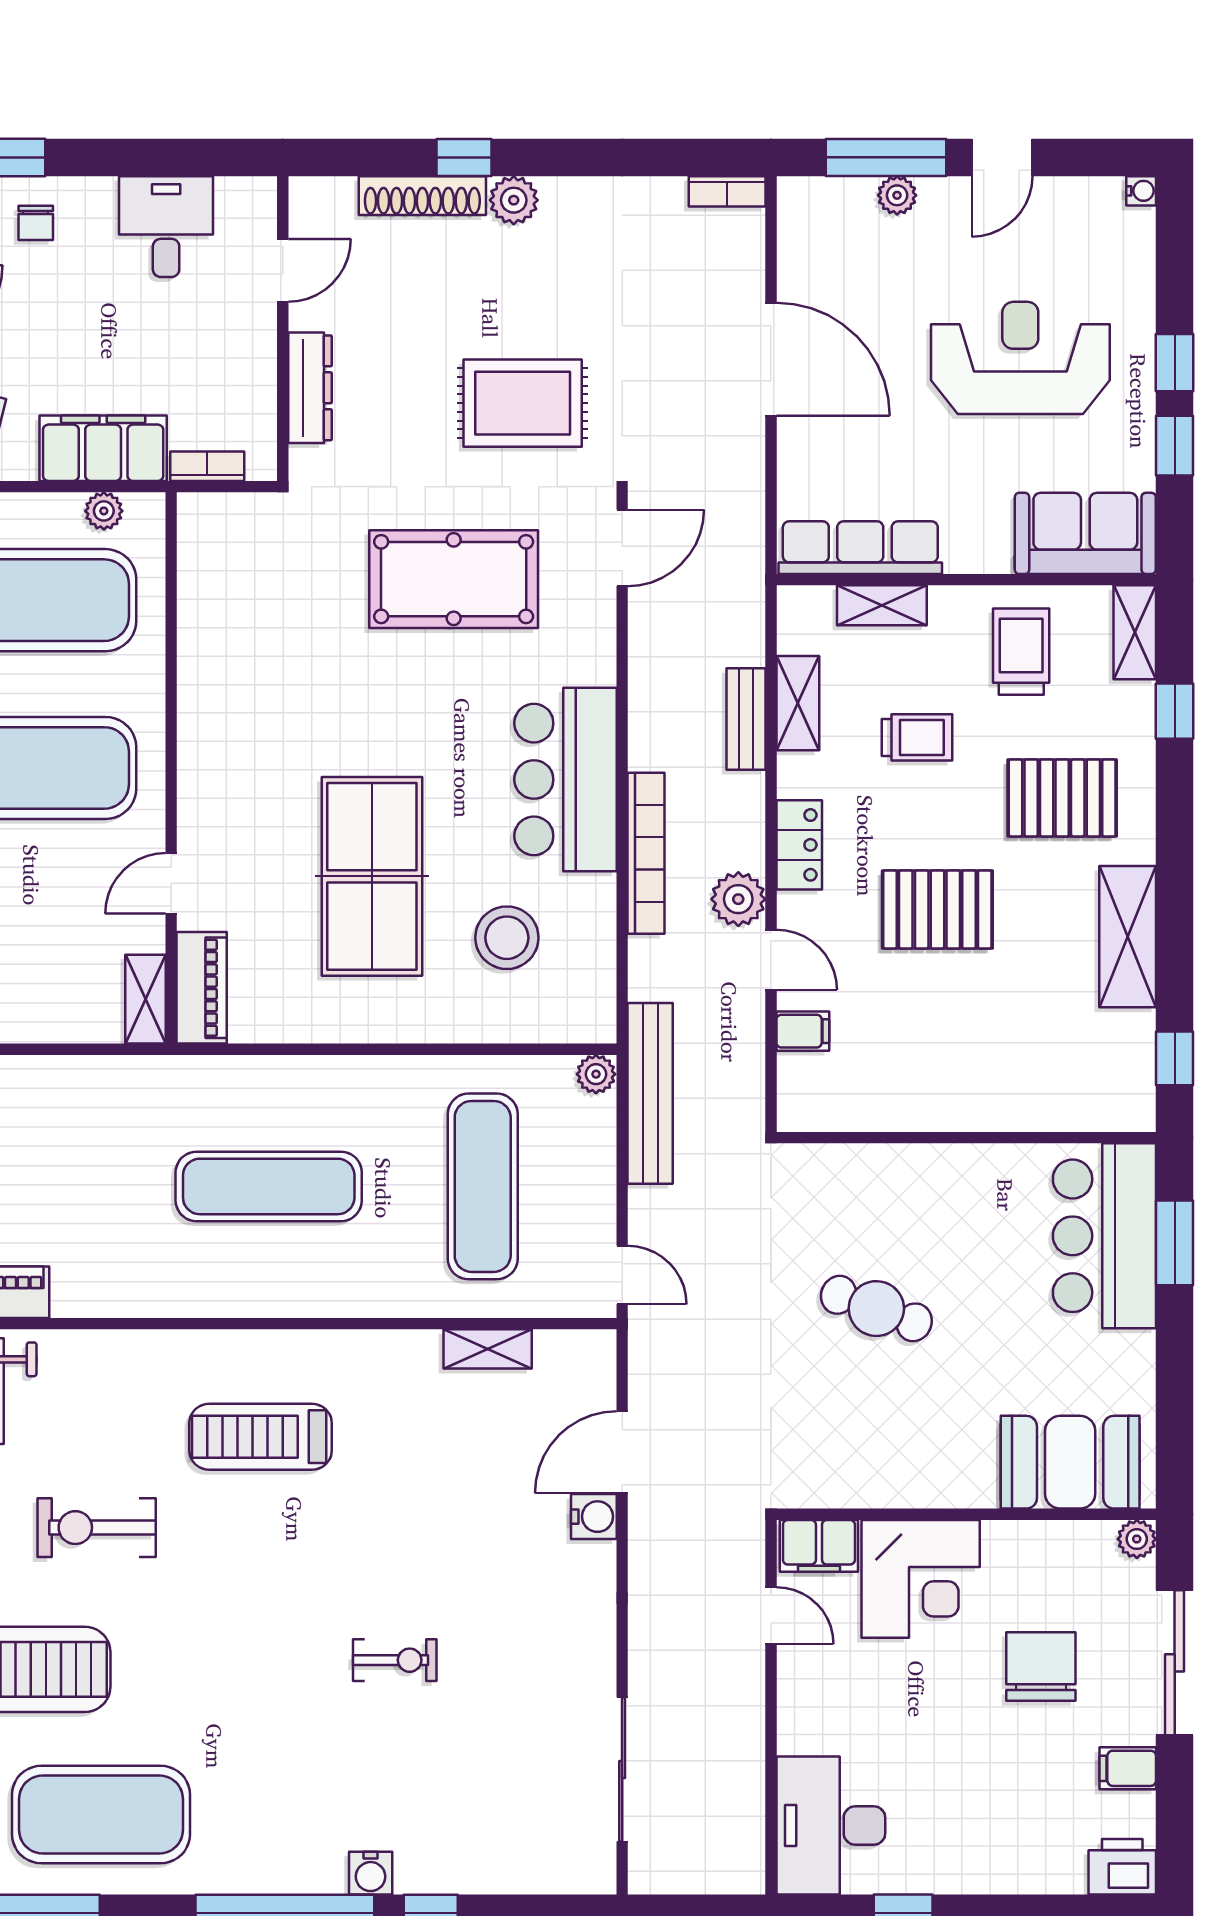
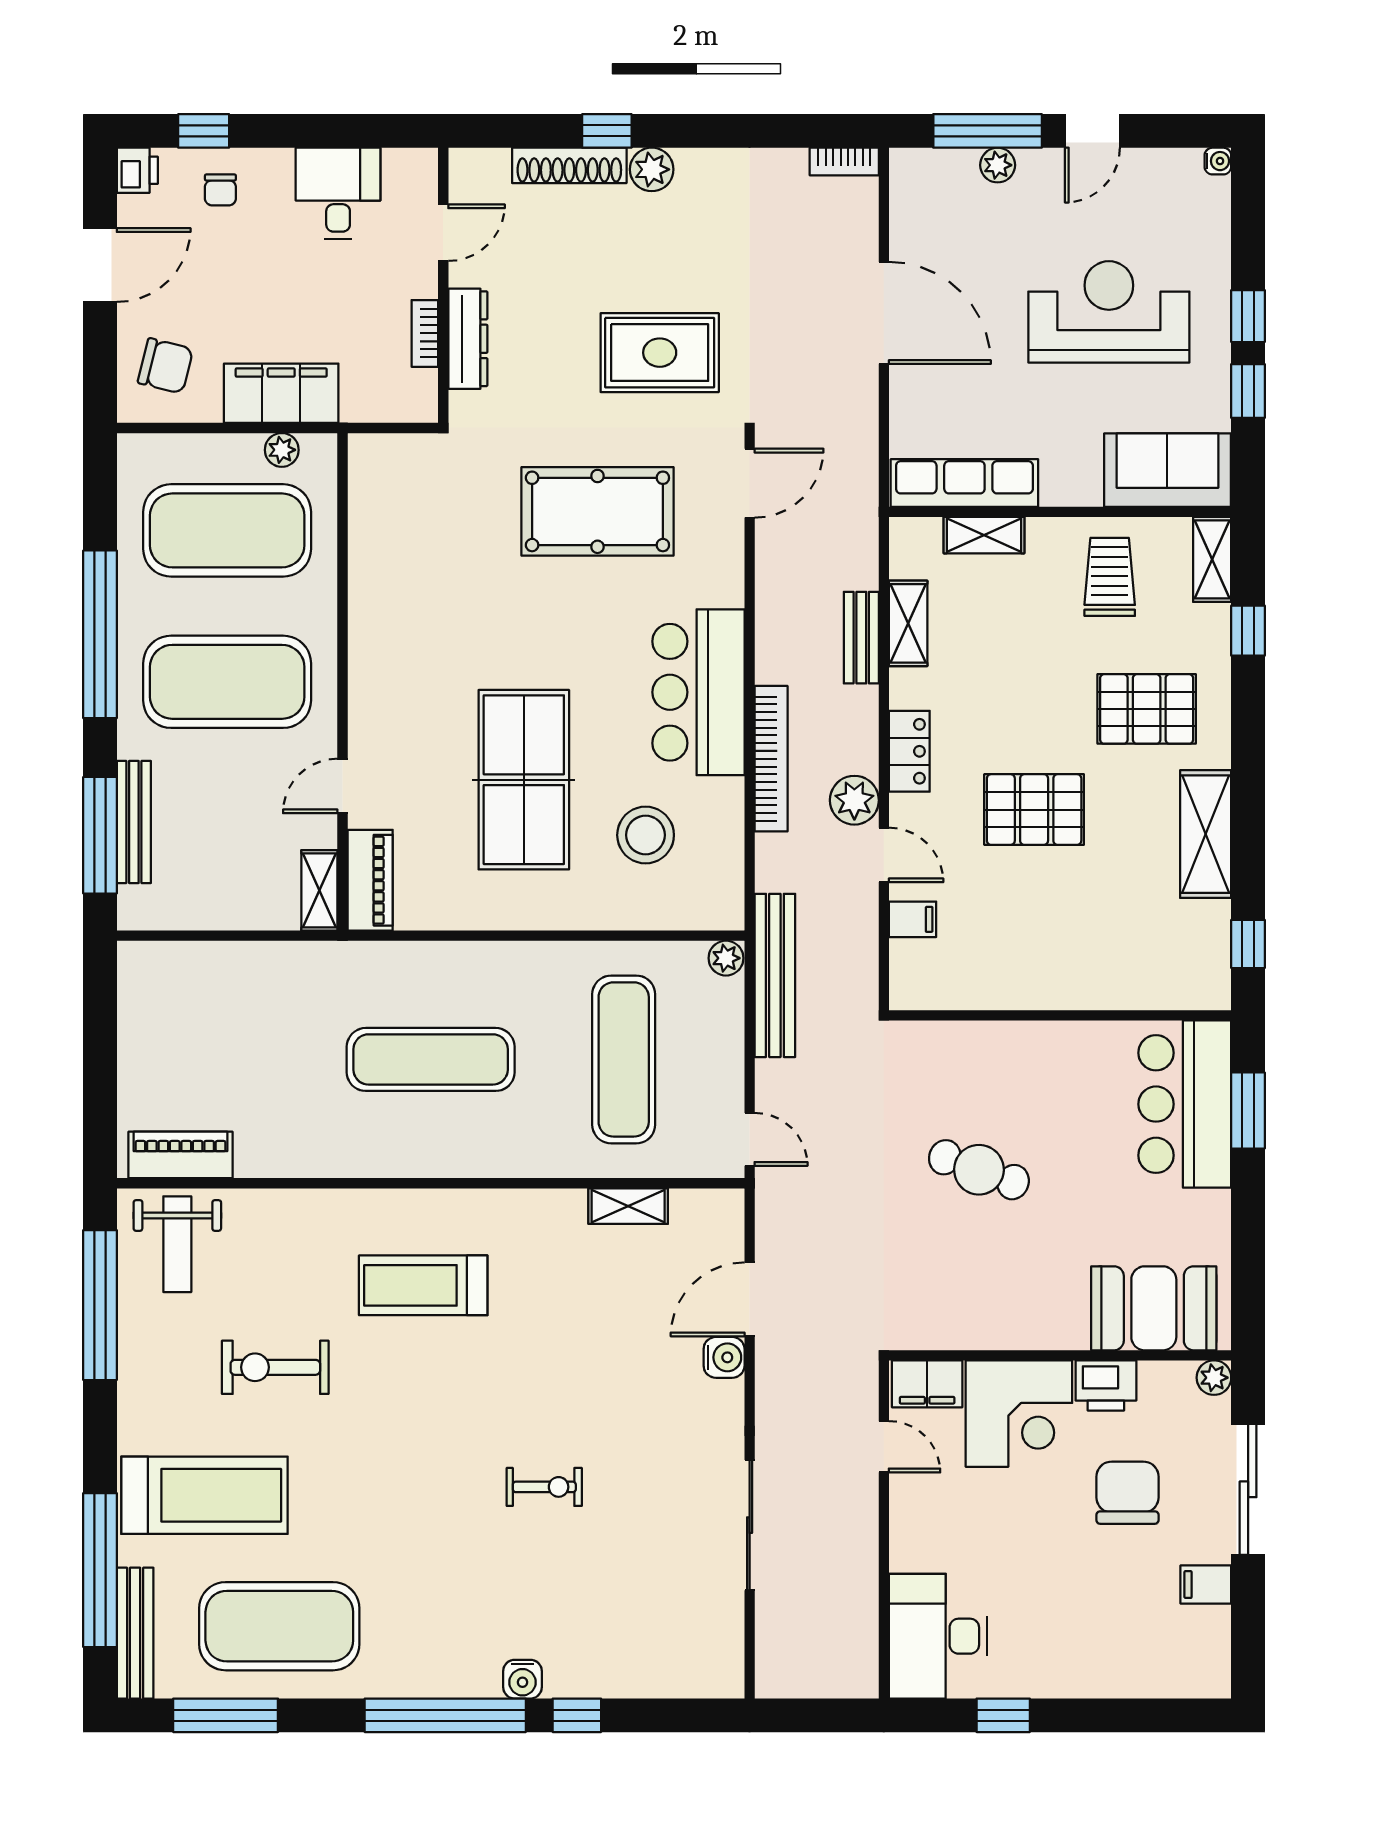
bookcase: (207, 466) -> (425, 333), moved, turned -90
trolley: (917, 737) -> (1016, 654), removed
sliding door: (622, 1769) -> (750, 1525), moved
printer: (1122, 1867) -> (1106, 1385), moved, turned 180

